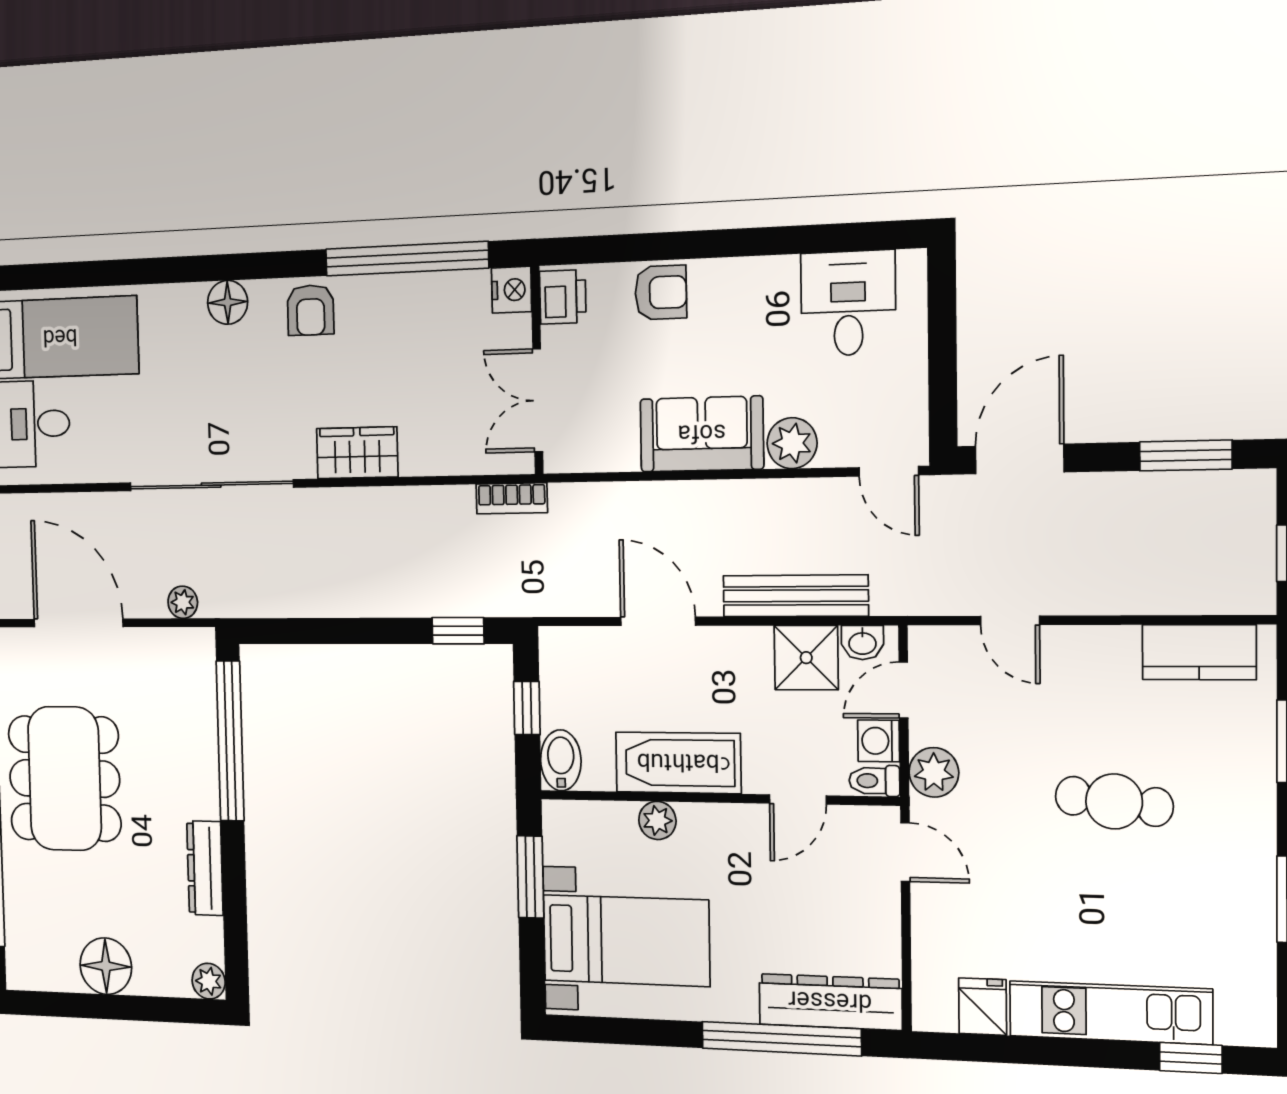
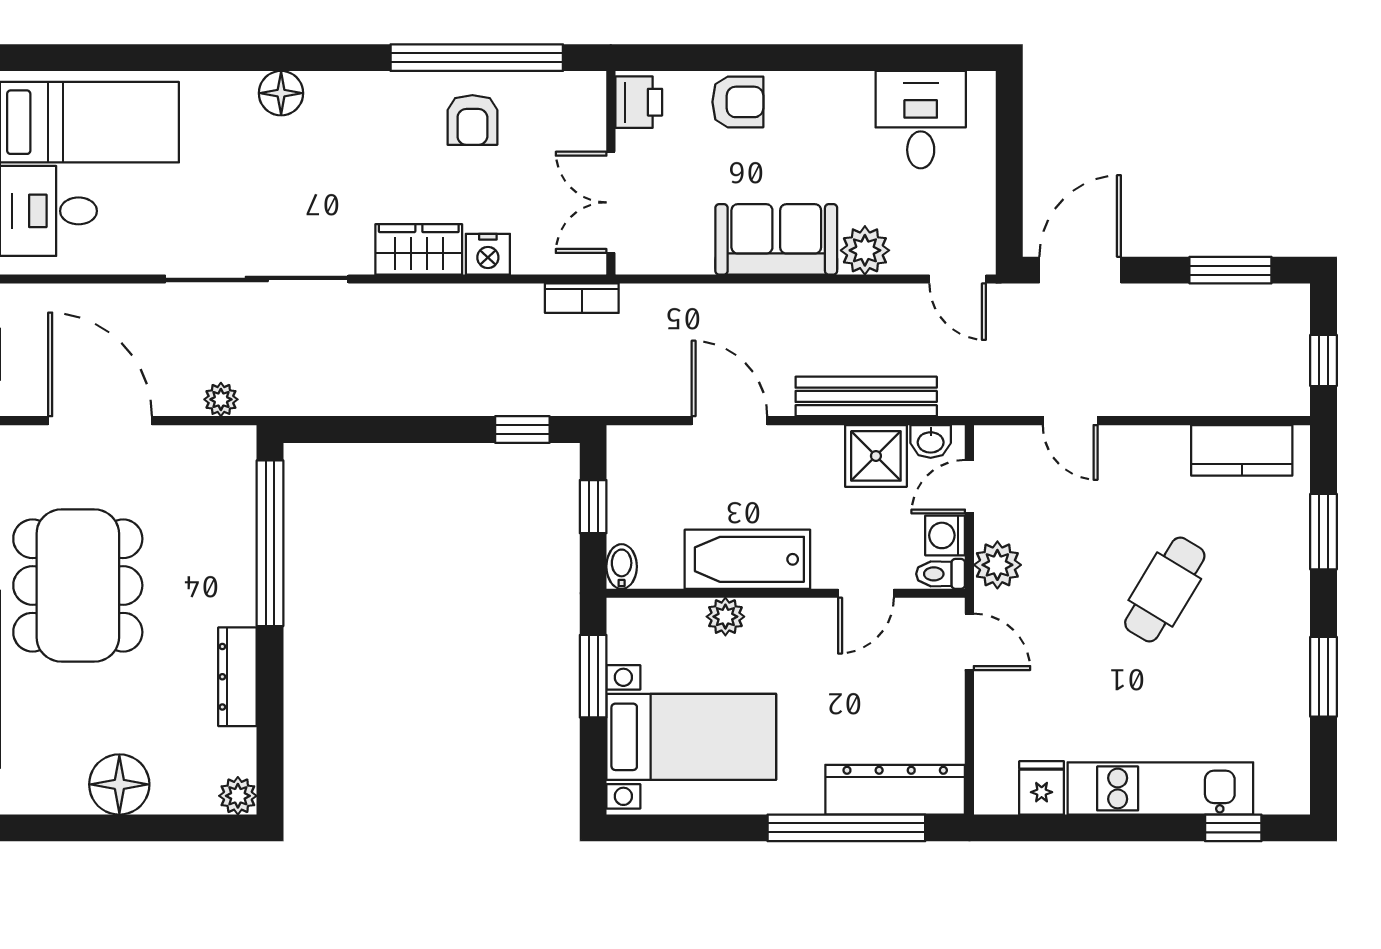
nightstand: (512, 290) -> (488, 254), moved, turned 90
armchair: (311, 310) -> (472, 120), moved
bidet: (561, 760) -> (622, 567), width x0.72, depth x0.74
cafe table: (1114, 801) -> (1165, 590), turned -66

